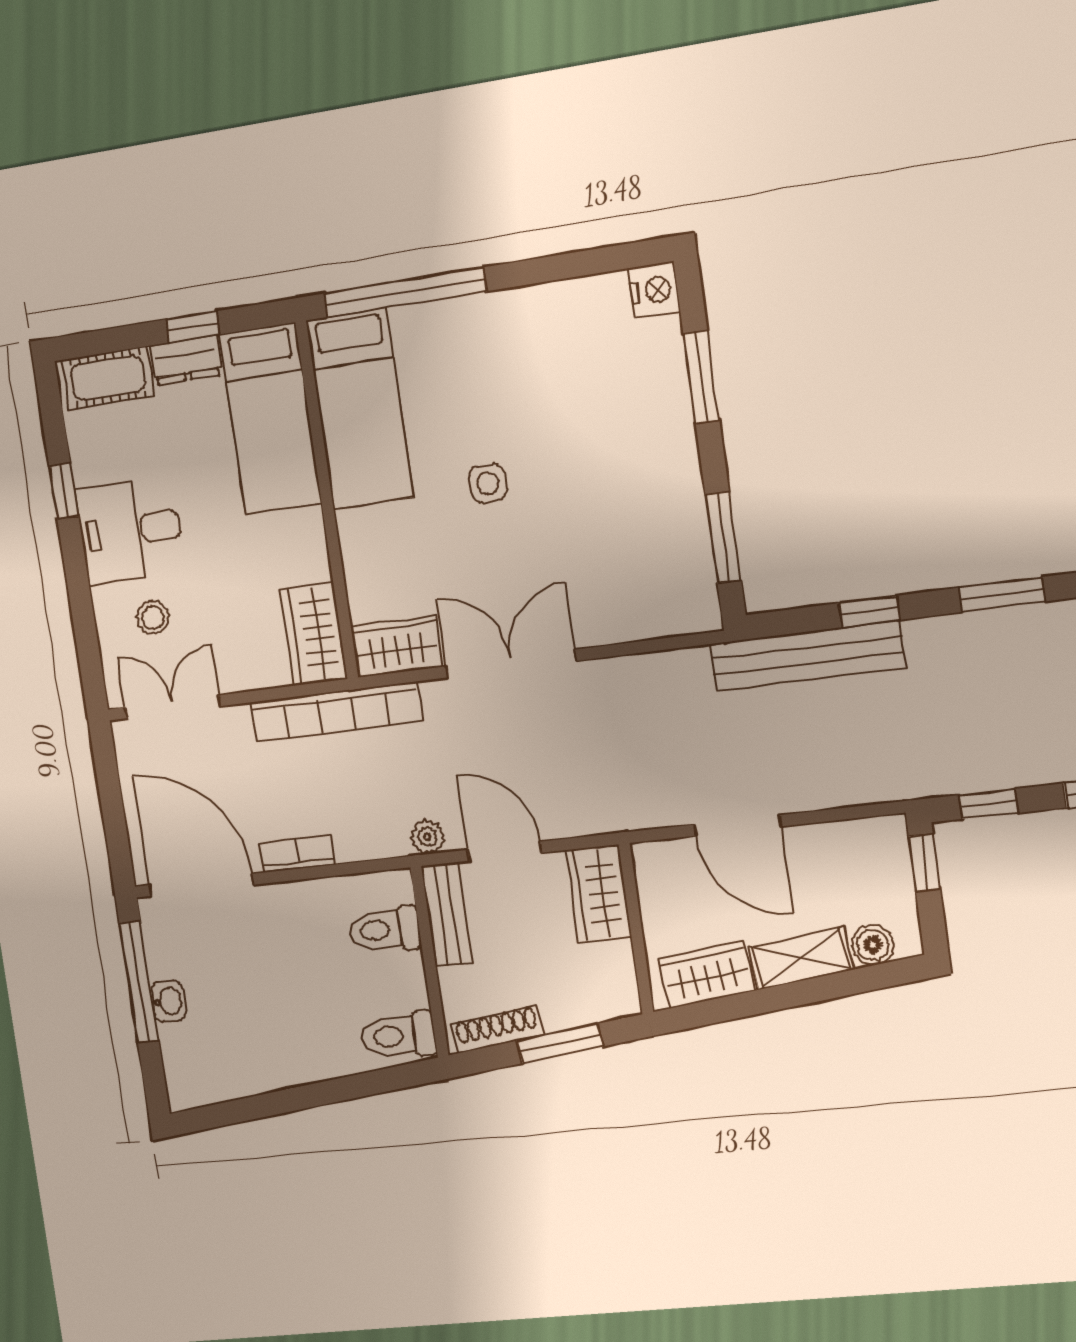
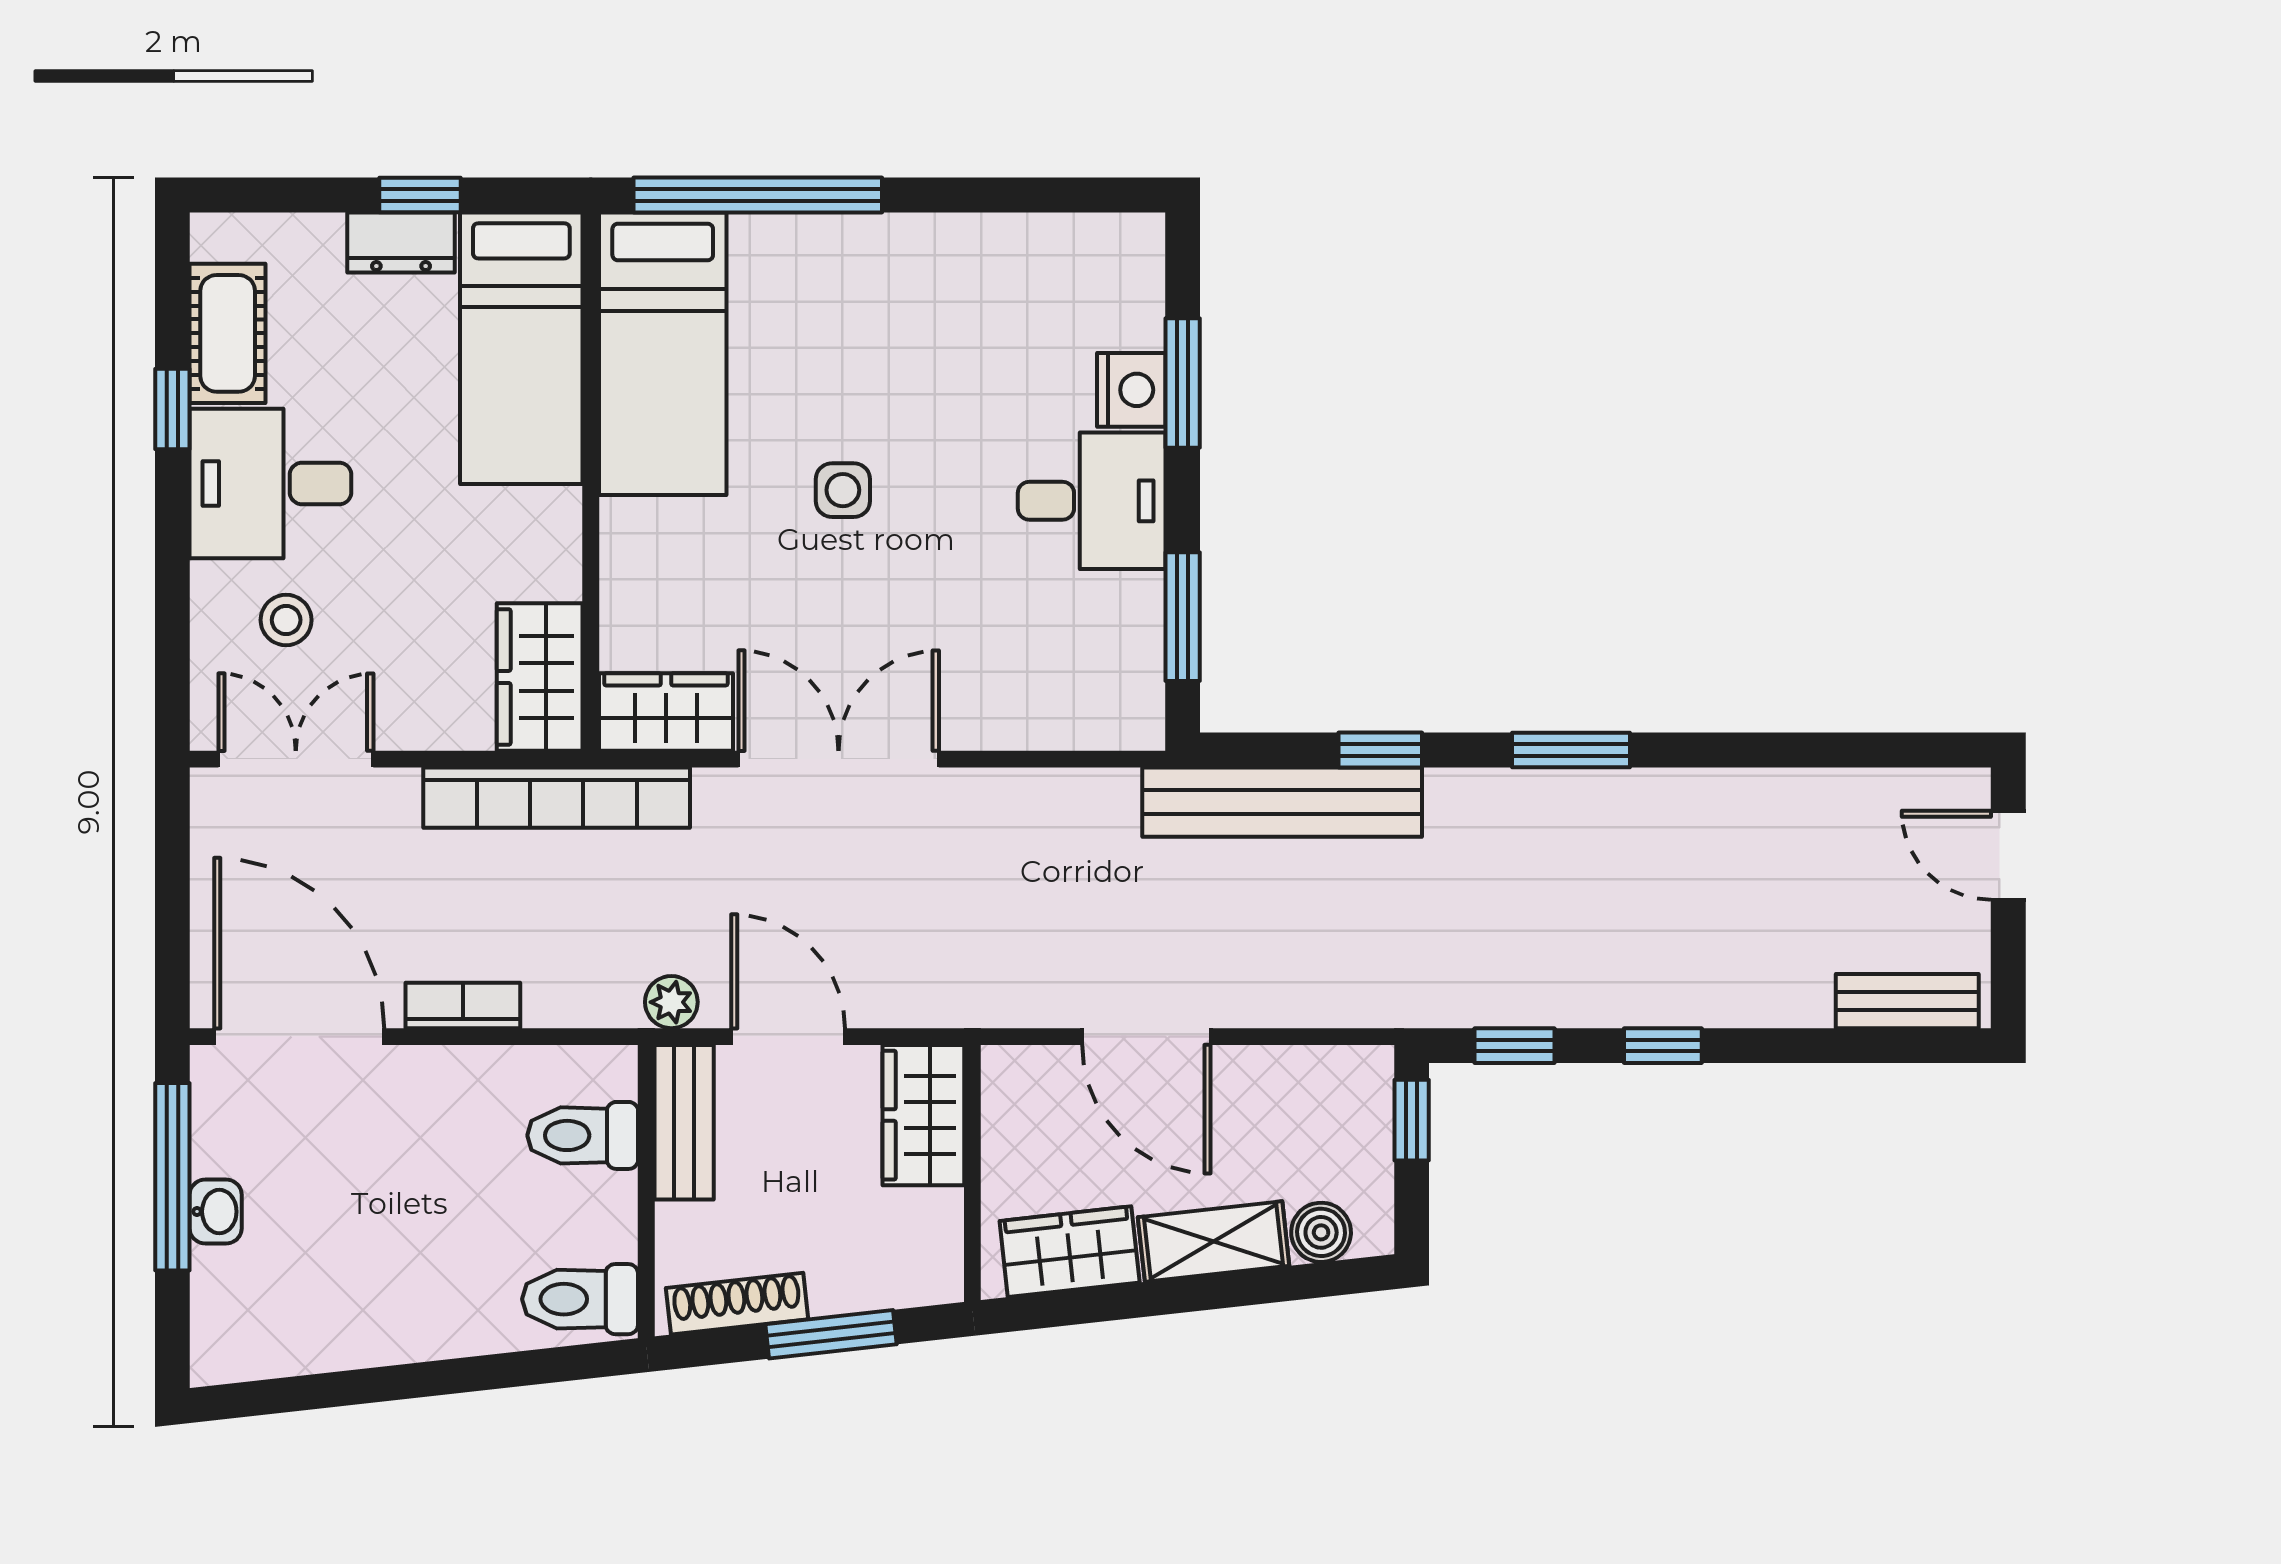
nightstand: (654, 290) -> (1131, 390), moved
cot: (108, 378) -> (228, 333), moved, turned 90
desk: (652, 467) -> (1092, 501), added

